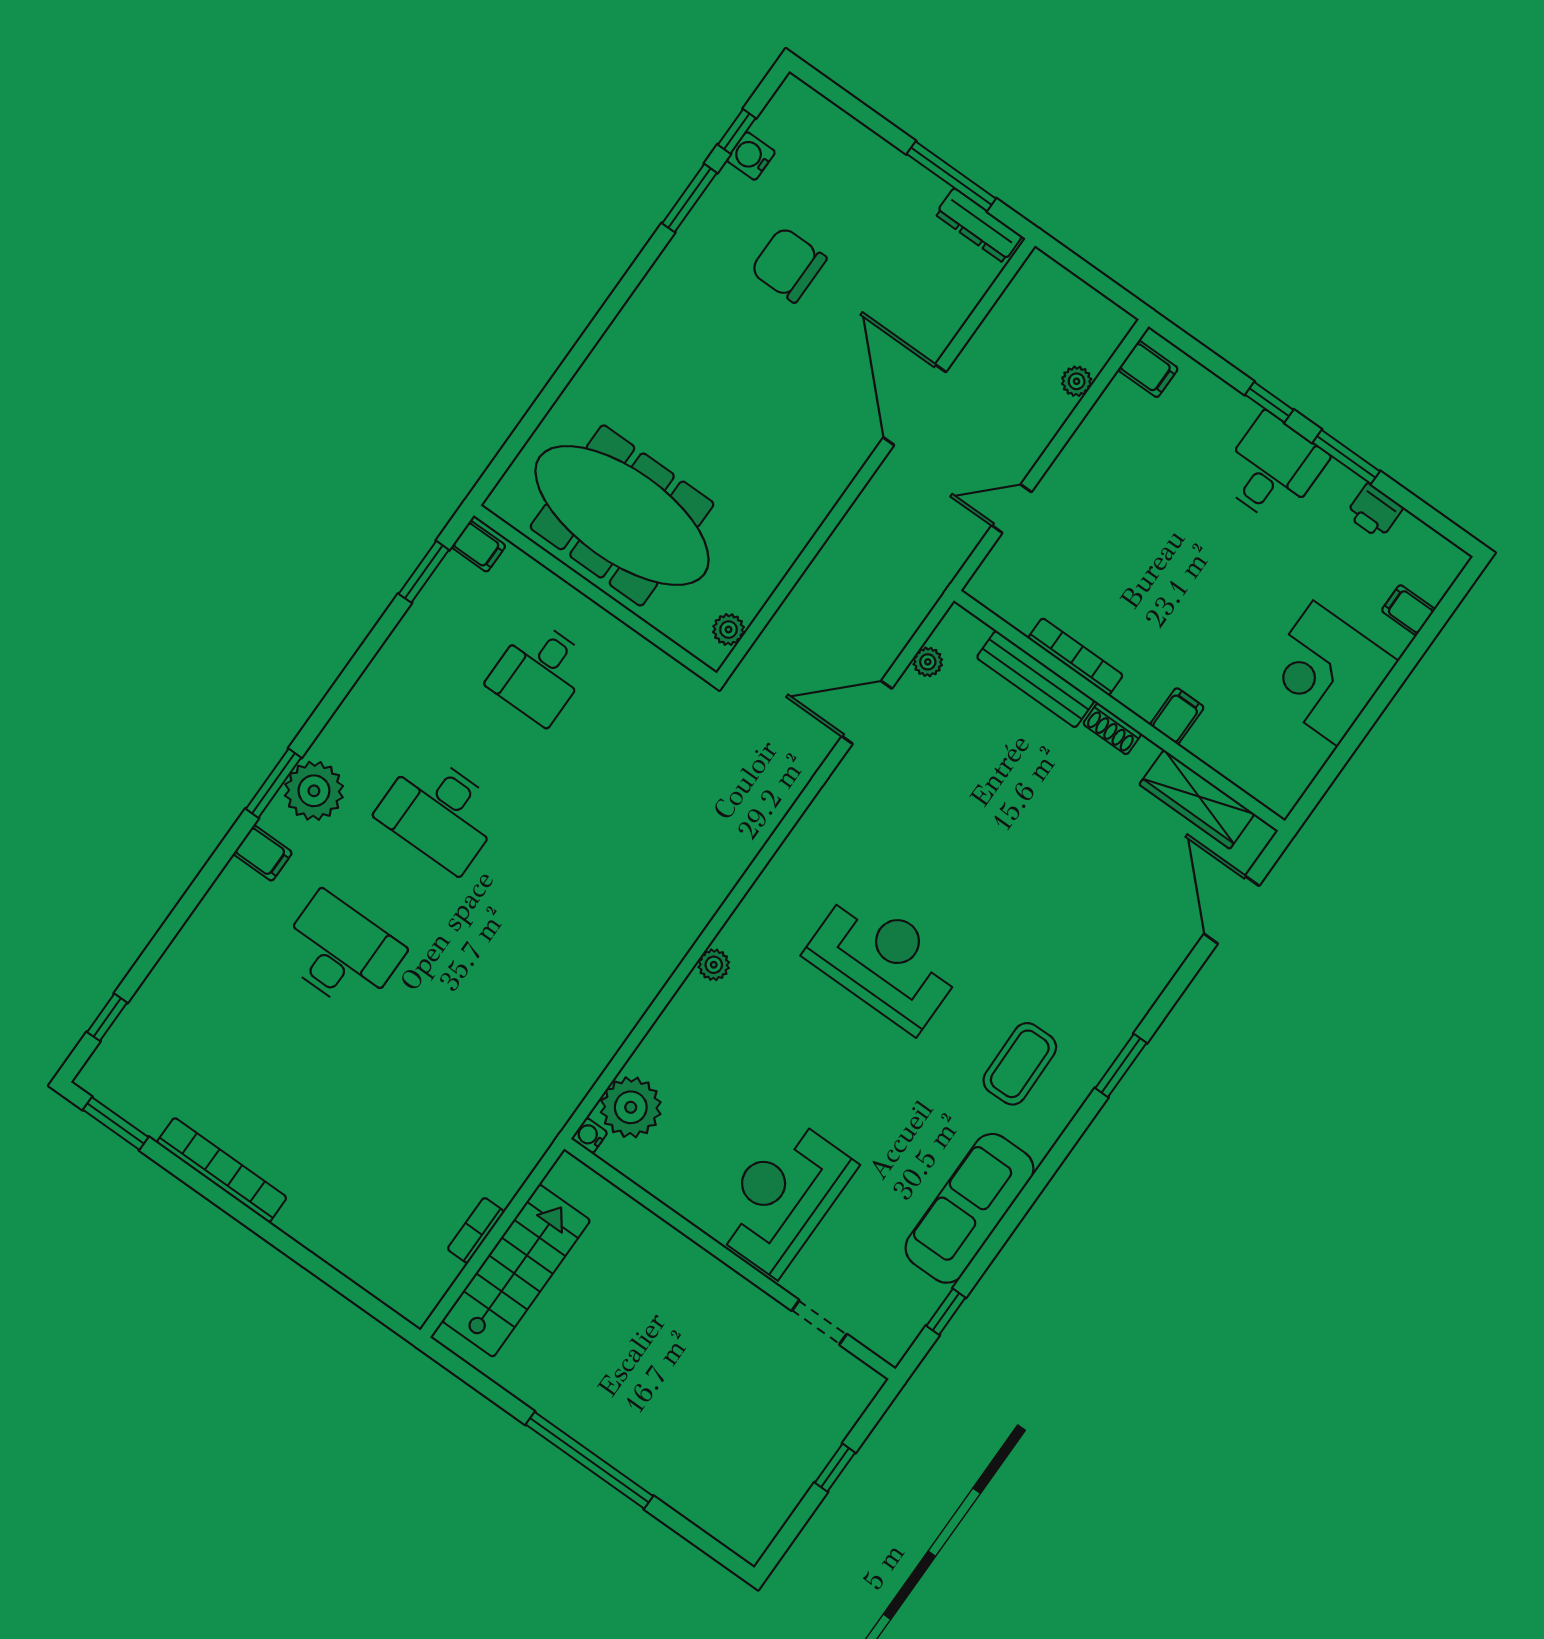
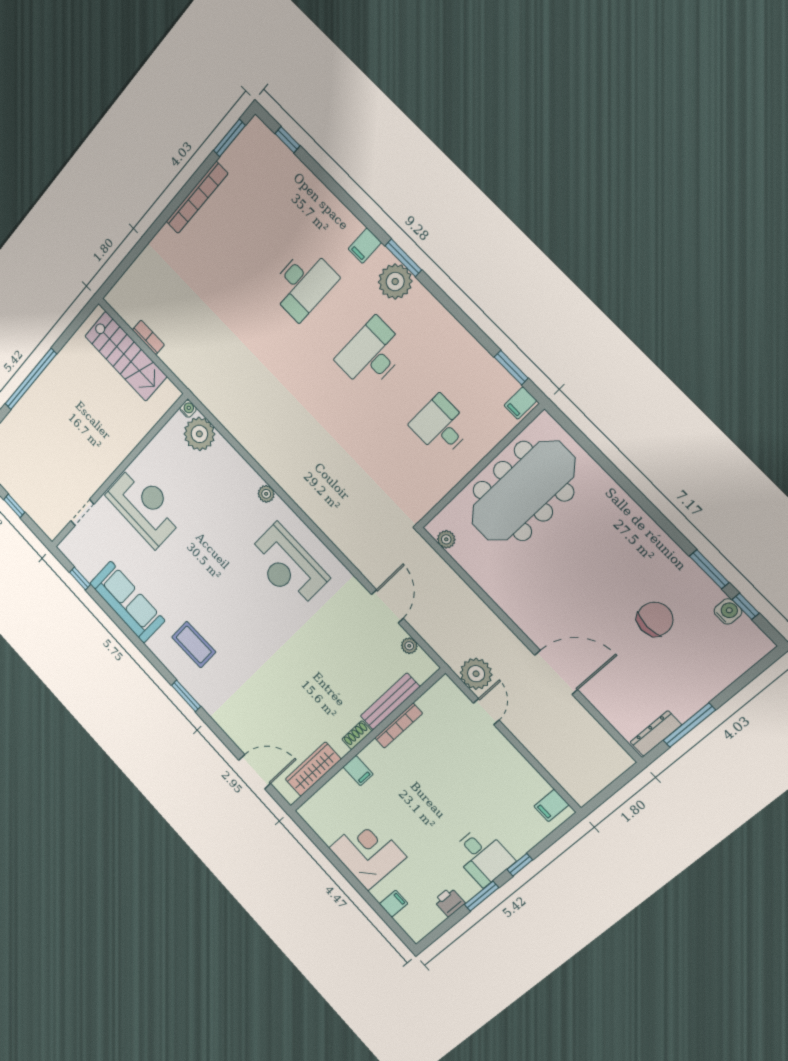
plant: (1077, 381) -> (476, 674), moved, width x1.87, depth x1.87
reception desk: (884, 960) -> (288, 566), moved, turned 90

